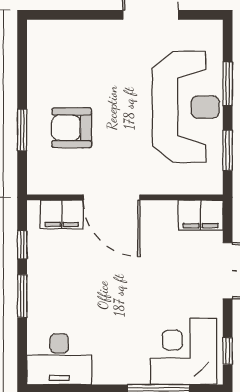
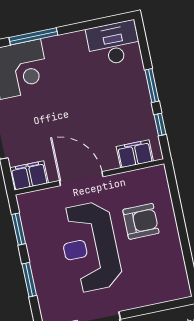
reception desk: (186, 107) -> (90, 247), moved
window: (22, 130) -> (178, 212), removed
door: (112, 197) -> (81, 179), moved

